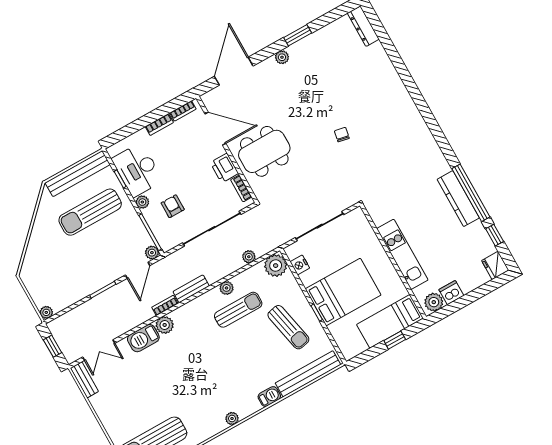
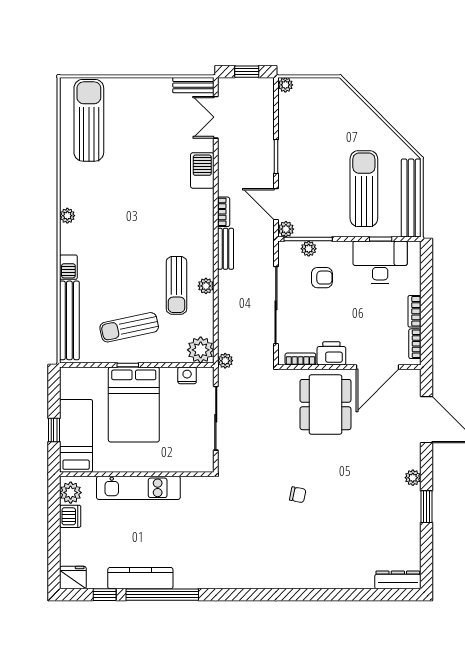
kitchen counter: (458, 199) -> (140, 578), moved
plant: (142, 202) -> (309, 249), moved
plant: (249, 257) -> (225, 361), moved
plant: (165, 325) -> (203, 200), removed

